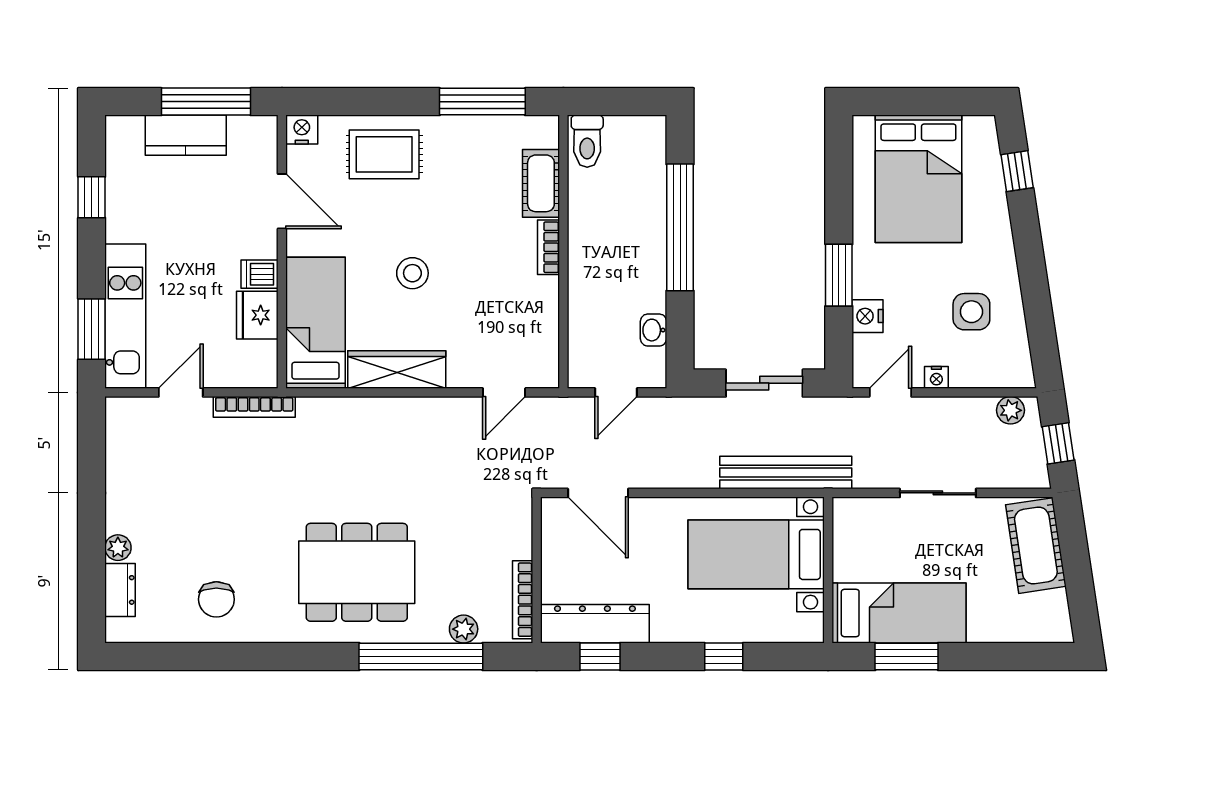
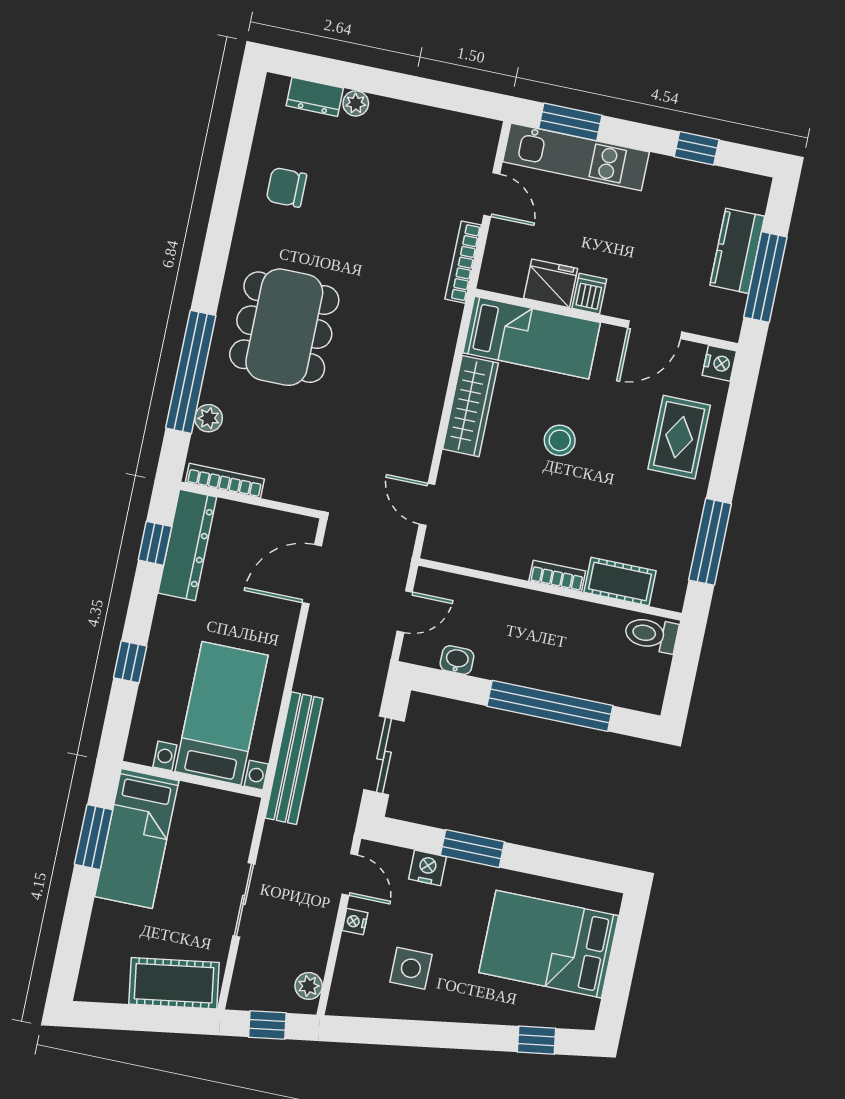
door: (616, 392) -> (405, 612), swing flipped

